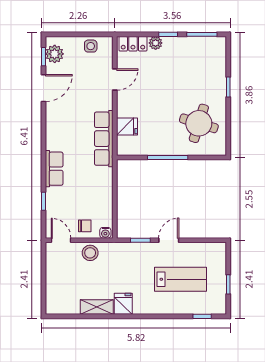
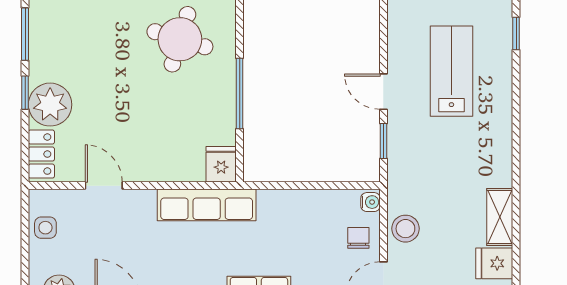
plant: (156, 43) -> (50, 105), width x1.87, depth x1.87
fridge: (127, 127) -> (221, 164), moved
fridge: (123, 304) -> (494, 263), moved

